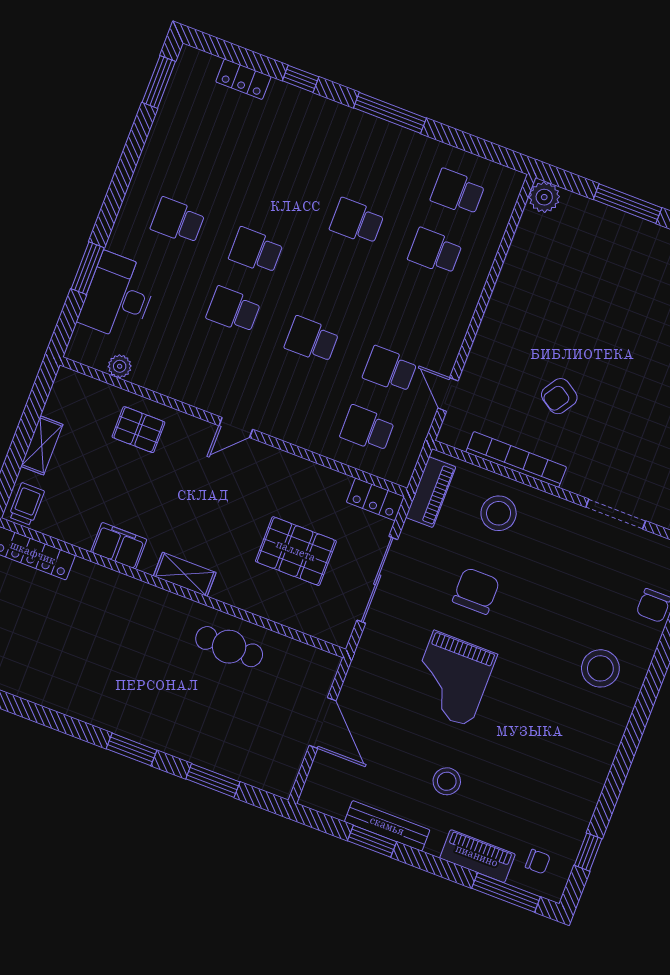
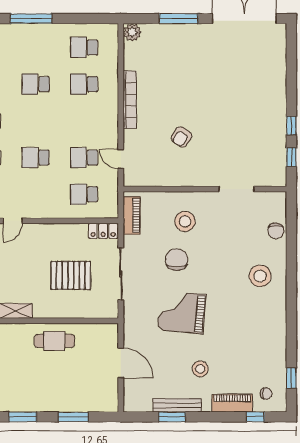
bookcase: (516, 459) -> (130, 100), moved, turned 90
stool: (499, 513) -> (185, 221), moved
grand piano: (452, 679) -> (182, 312), turned 95
window: (506, 892) -> (255, 417), width x0.46

